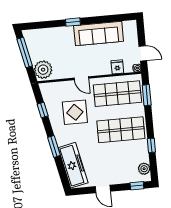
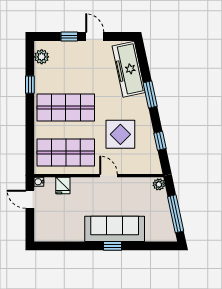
sofa: (99, 33) -> (115, 229), moved
plant: (43, 70) -> (159, 184), width x0.53, depth x0.53
window: (147, 95) -> (30, 147), removed
window: (137, 186) -> (69, 37), moved

